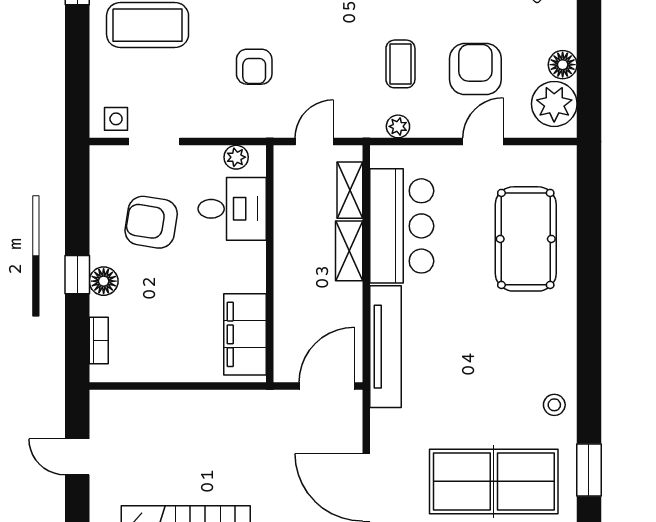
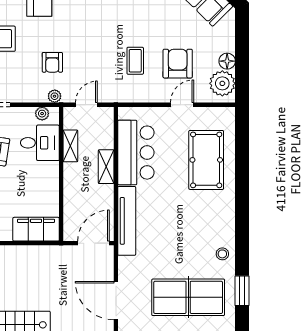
plant: (398, 126) -> (55, 96), moved
shelving: (350, 190) -> (70, 146), moved
filing cabinet: (245, 334) -> (36, 229), moved, turned 90

